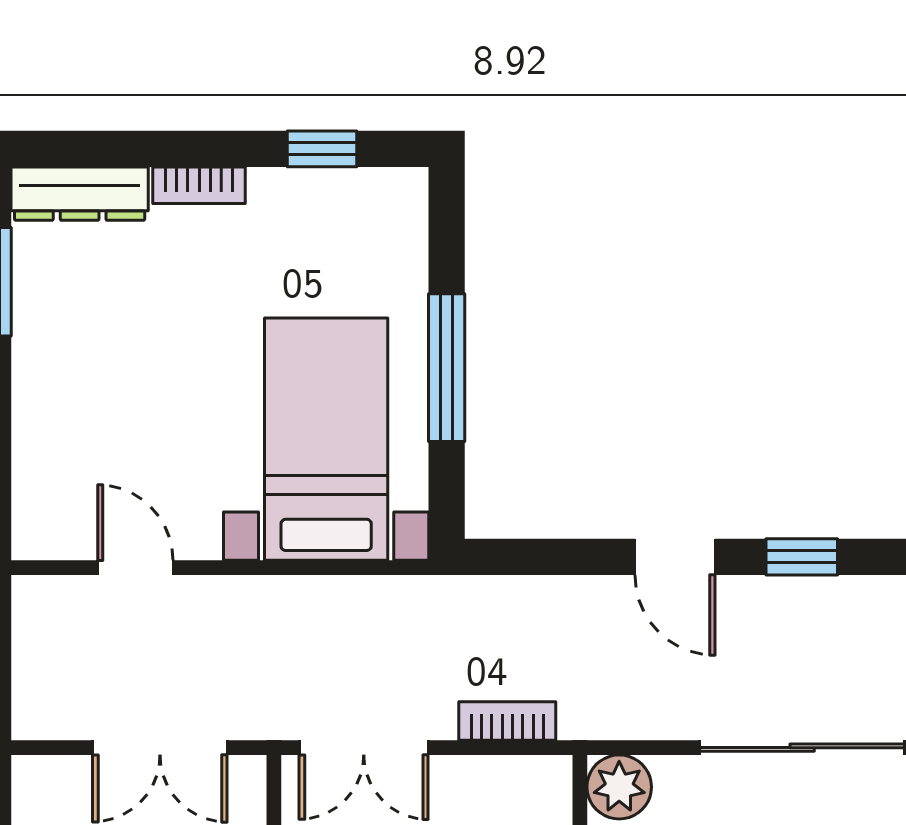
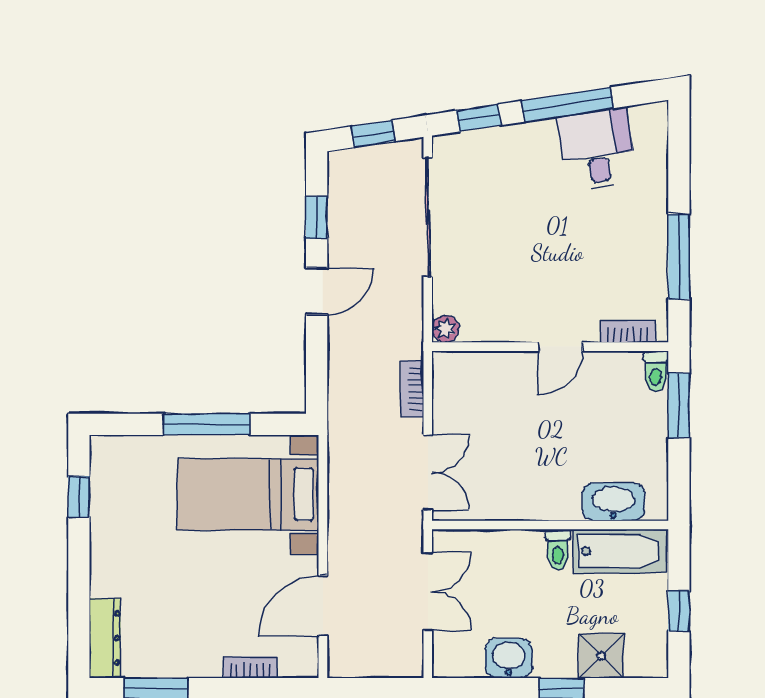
bookcase: (199, 185) -> (250, 667), moved, turned -90
door: (135, 568) -> (323, 606), width x1.38
plant: (619, 787) -> (446, 329), width x0.73, depth x0.73

